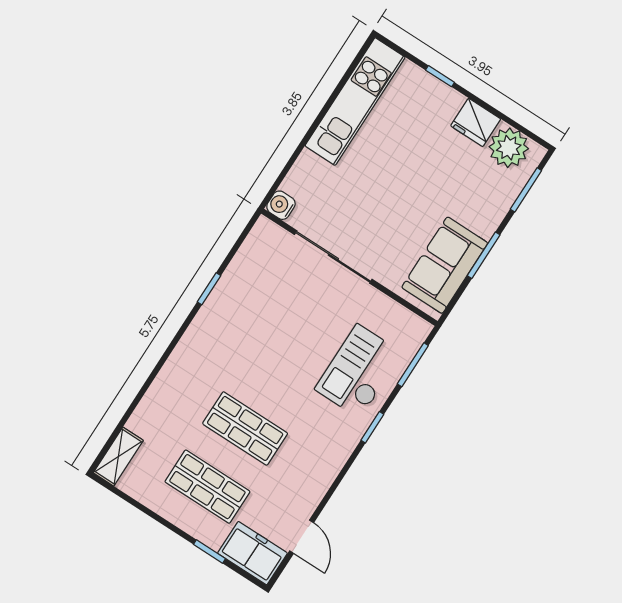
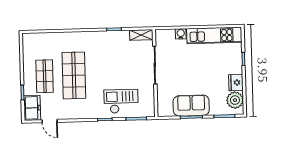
water cooler: (281, 205) -> (181, 34), moved
sofa: (445, 265) -> (191, 106), moved
shop shelf: (245, 428) -> (74, 75), width x1.43, depth x1.36
shelving: (118, 457) -> (141, 35), moved
door: (302, 537) -> (50, 121), hinge flipped

